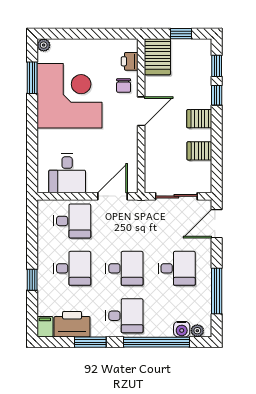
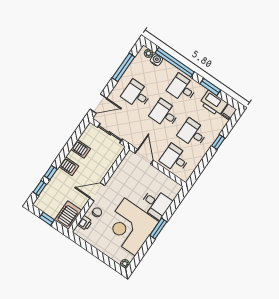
window: (32, 78) -> (158, 229), moved
desk: (67, 173) -> (156, 204), moved, turned 90
door: (112, 196) -> (144, 157), swing flipped

